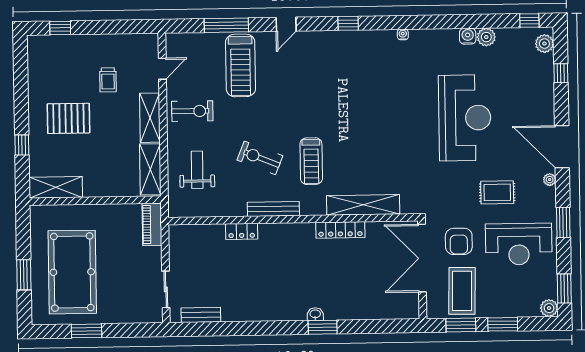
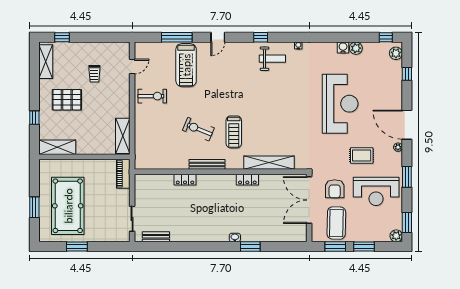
shelving: (150, 118) -> (46, 62), moved
weight bench: (197, 170) -> (272, 59), moved, turned 90
locker: (340, 230) -> (247, 180), width x0.66
window: (323, 327) -> (250, 247), moved

